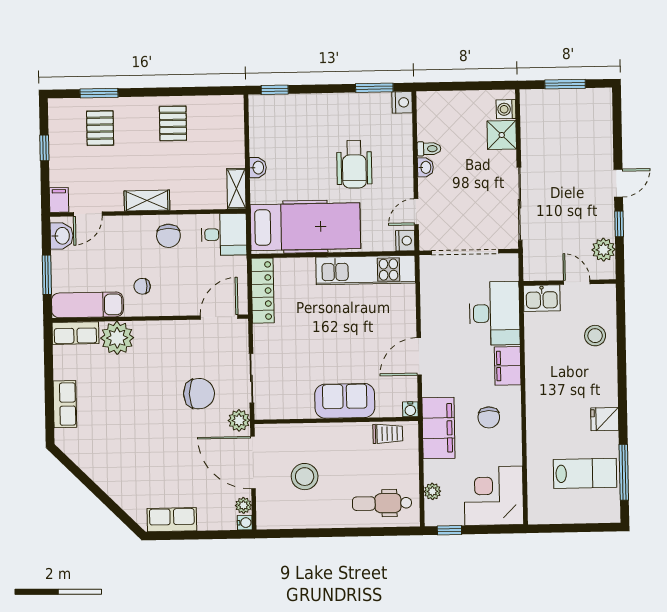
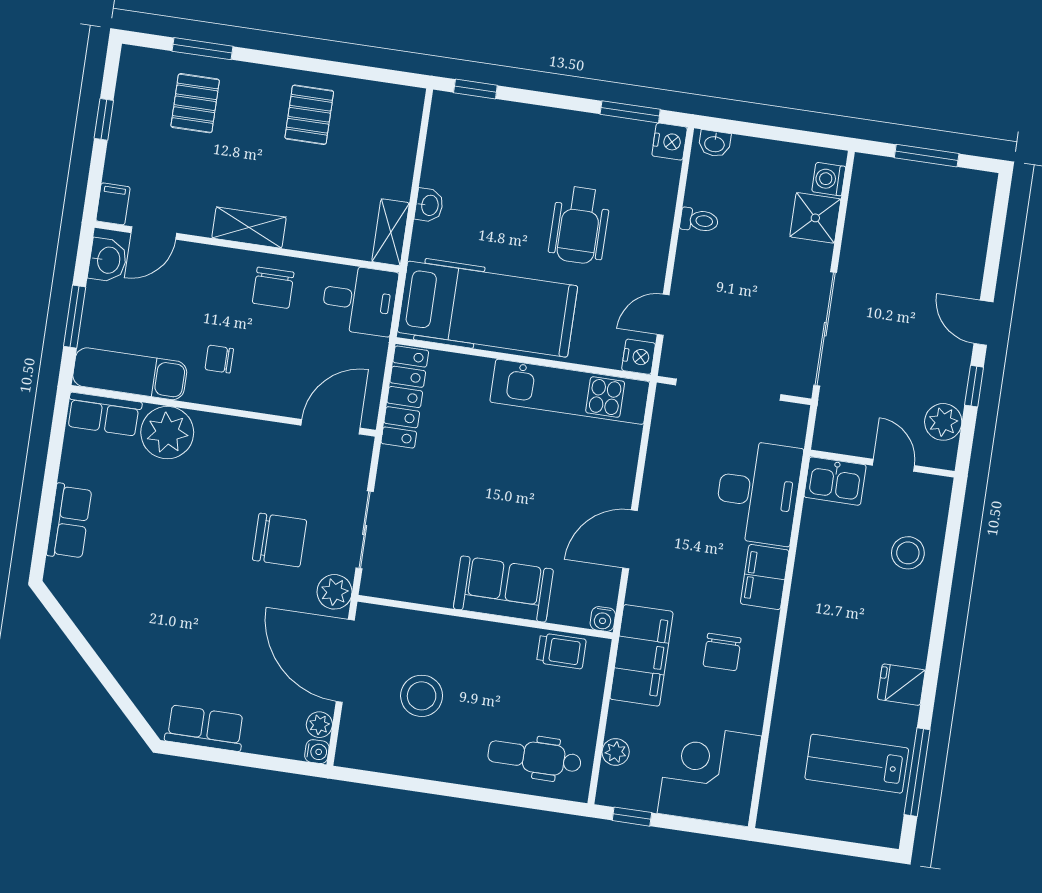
washbasin: (425, 167) -> (715, 144), moved, turned 90
door: (618, 183) -> (983, 323), swing flipped
lab bench: (585, 473) -> (857, 764), turned 180

